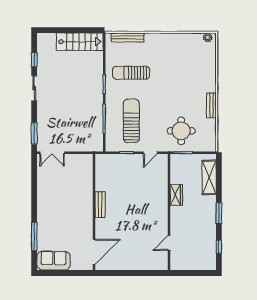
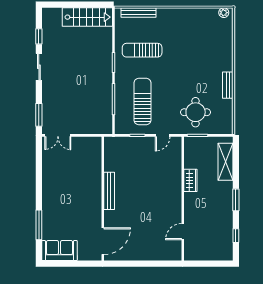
bench: (100, 205) -> (109, 191), width x1.36

